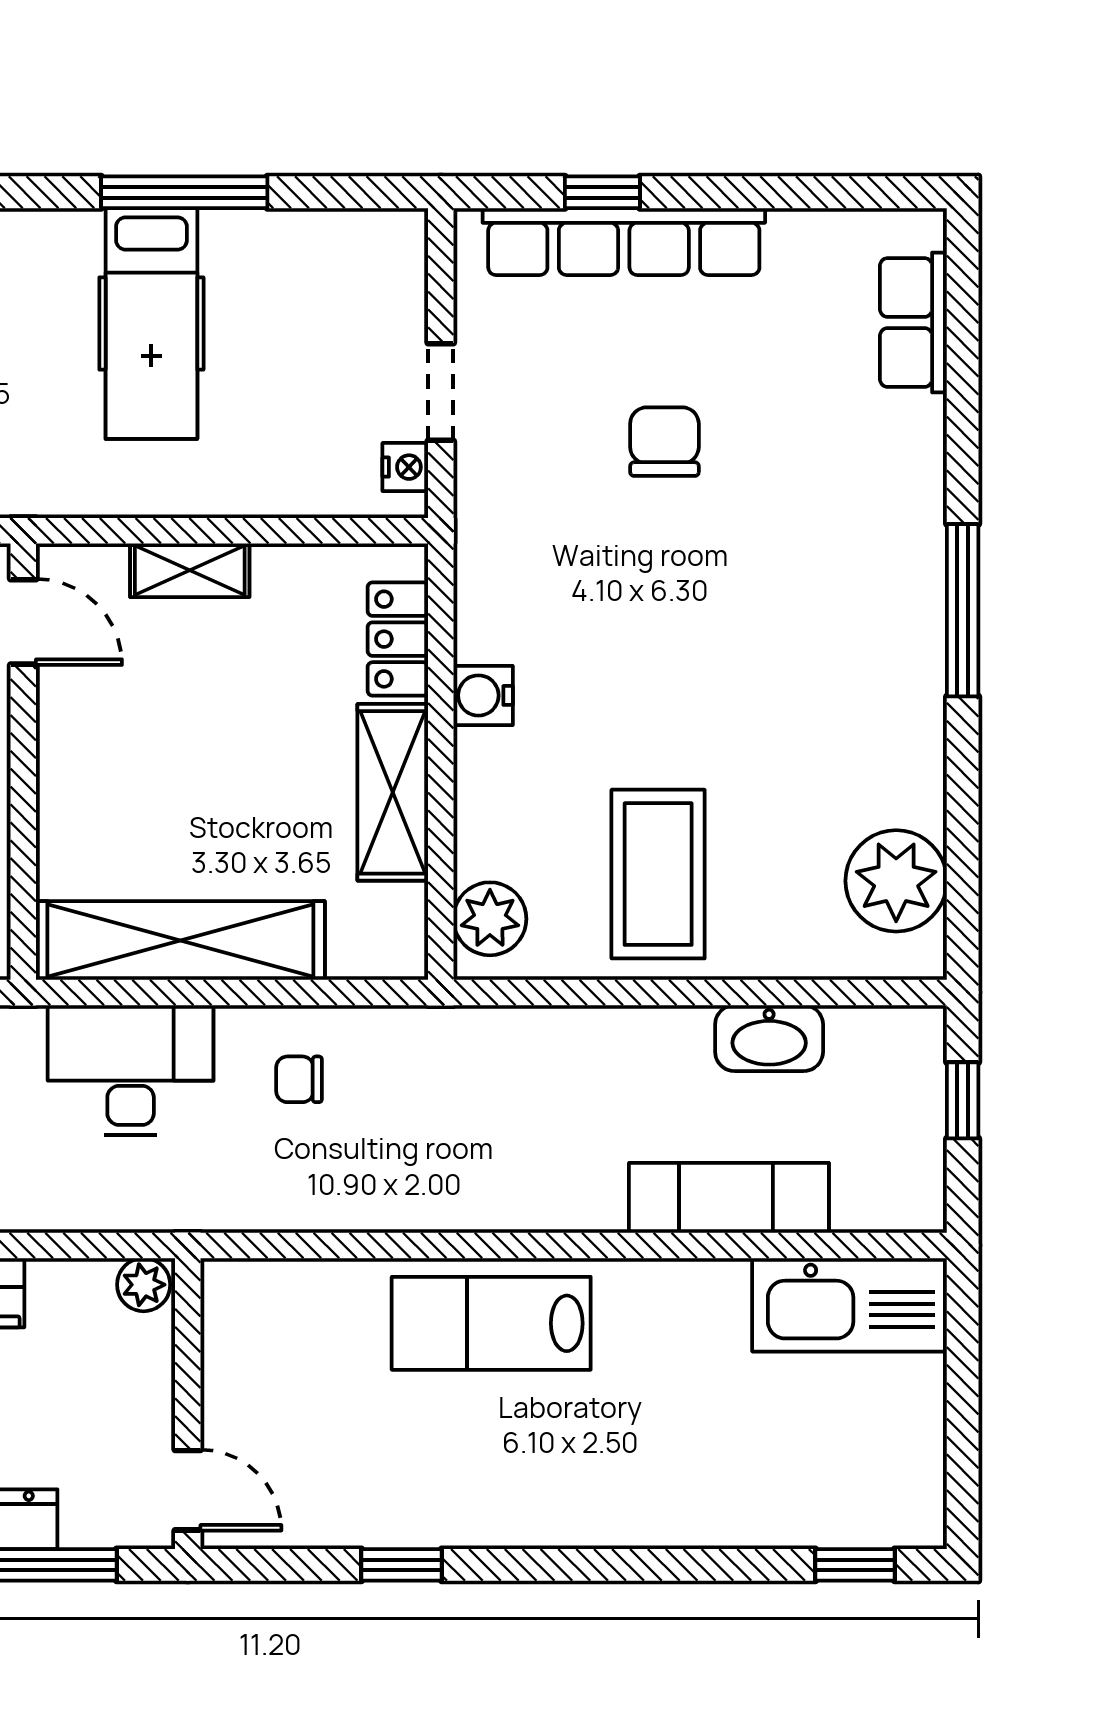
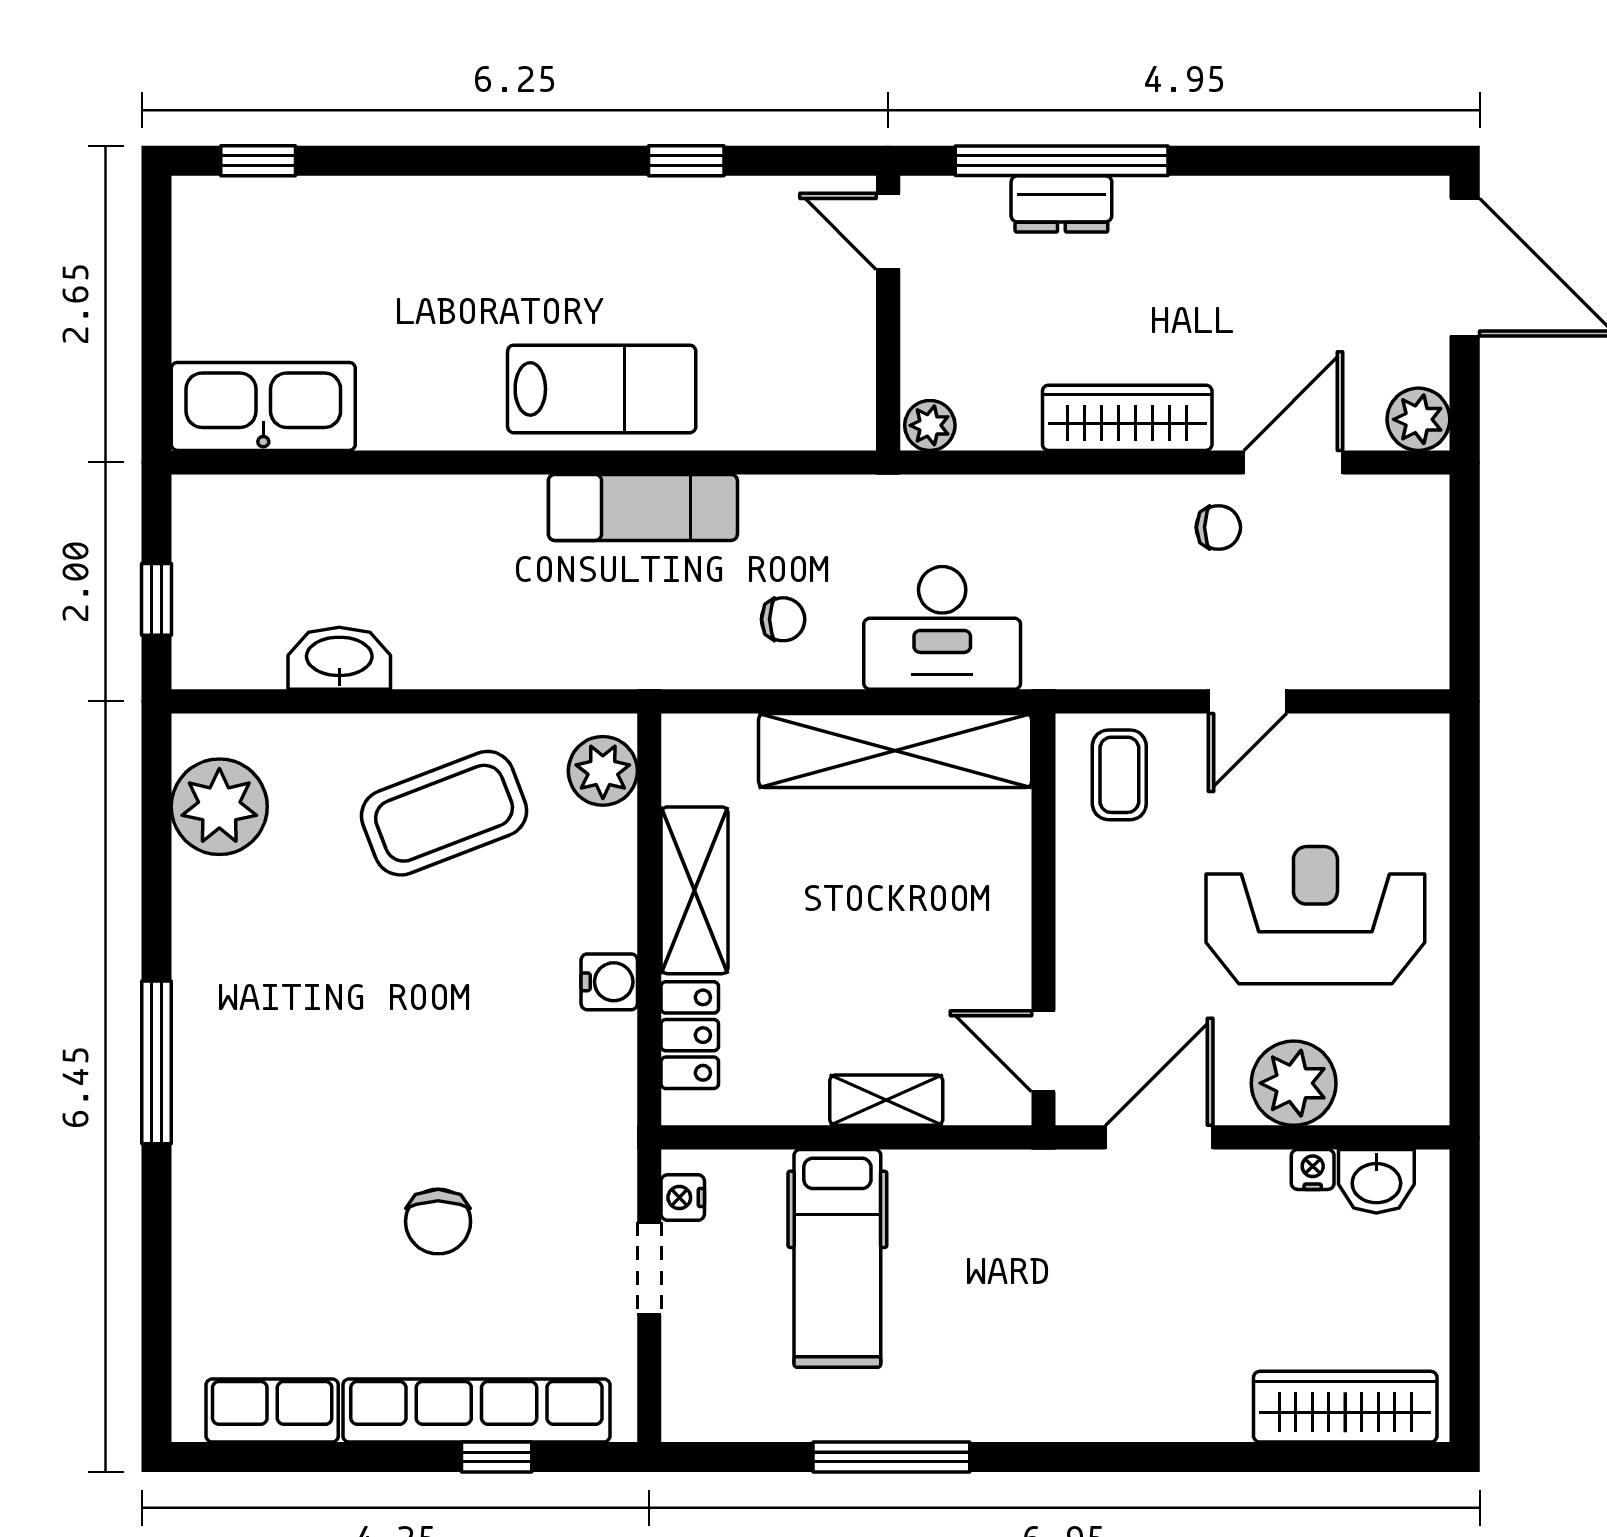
row of seats: (913, 323) -> (272, 1410), moved, turned -90
hospital bed: (151, 324) -> (837, 1258), moved, turned 180
coffee table: (658, 874) -> (444, 813), turned 69
exam couch: (729, 1198) -> (643, 507), moved

